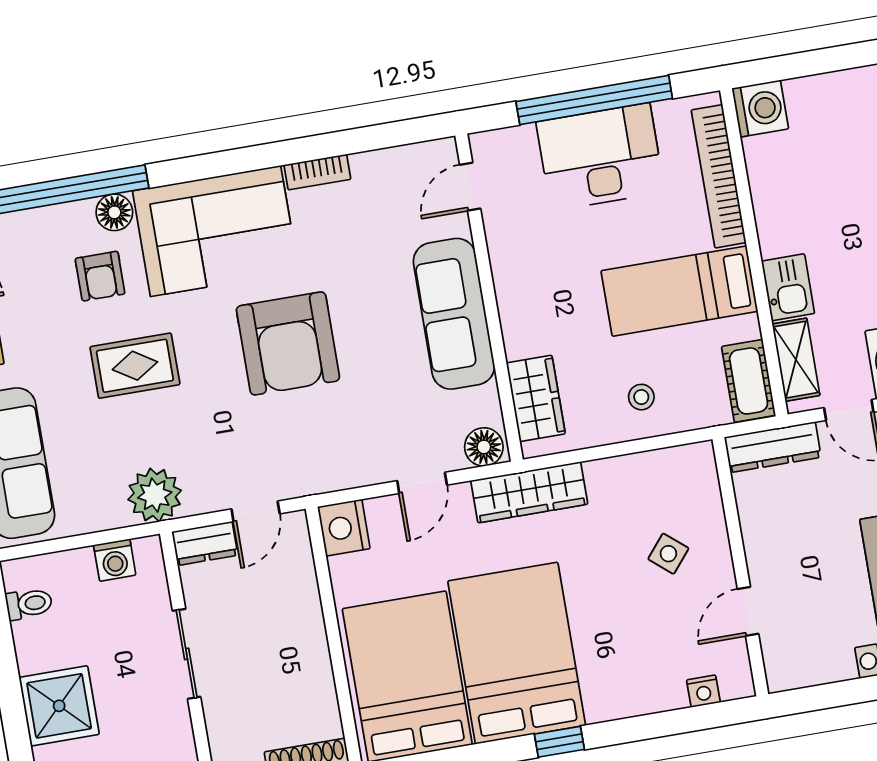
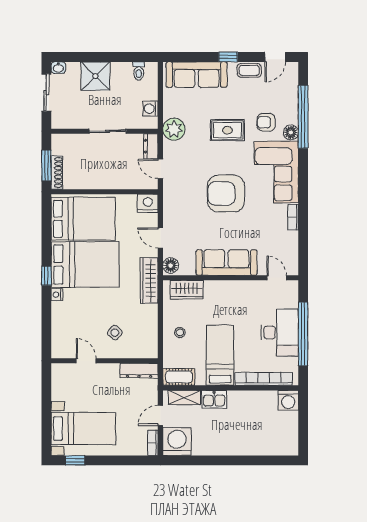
rug: (135, 366) -> (228, 130), turned 90
dresser: (773, 447) -> (139, 371), moved, turned -90
nightstand: (703, 691) -> (57, 295), moved

